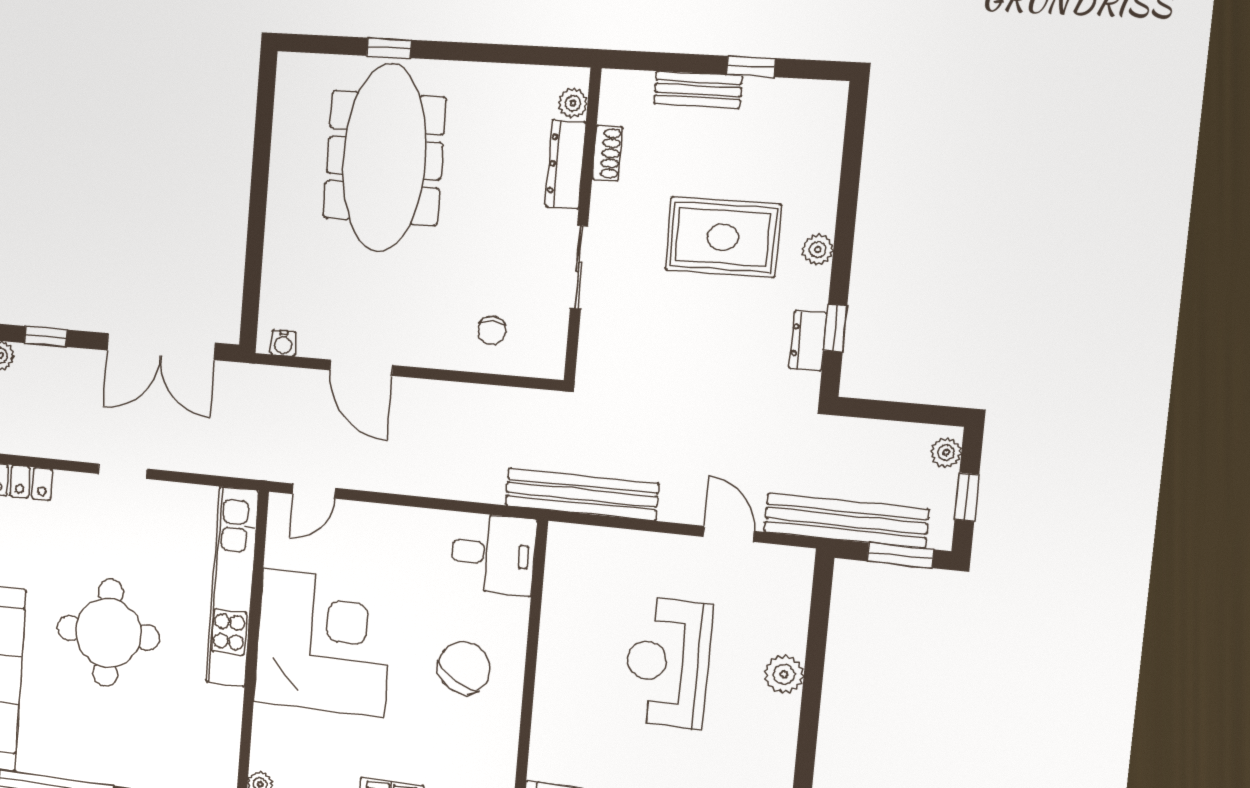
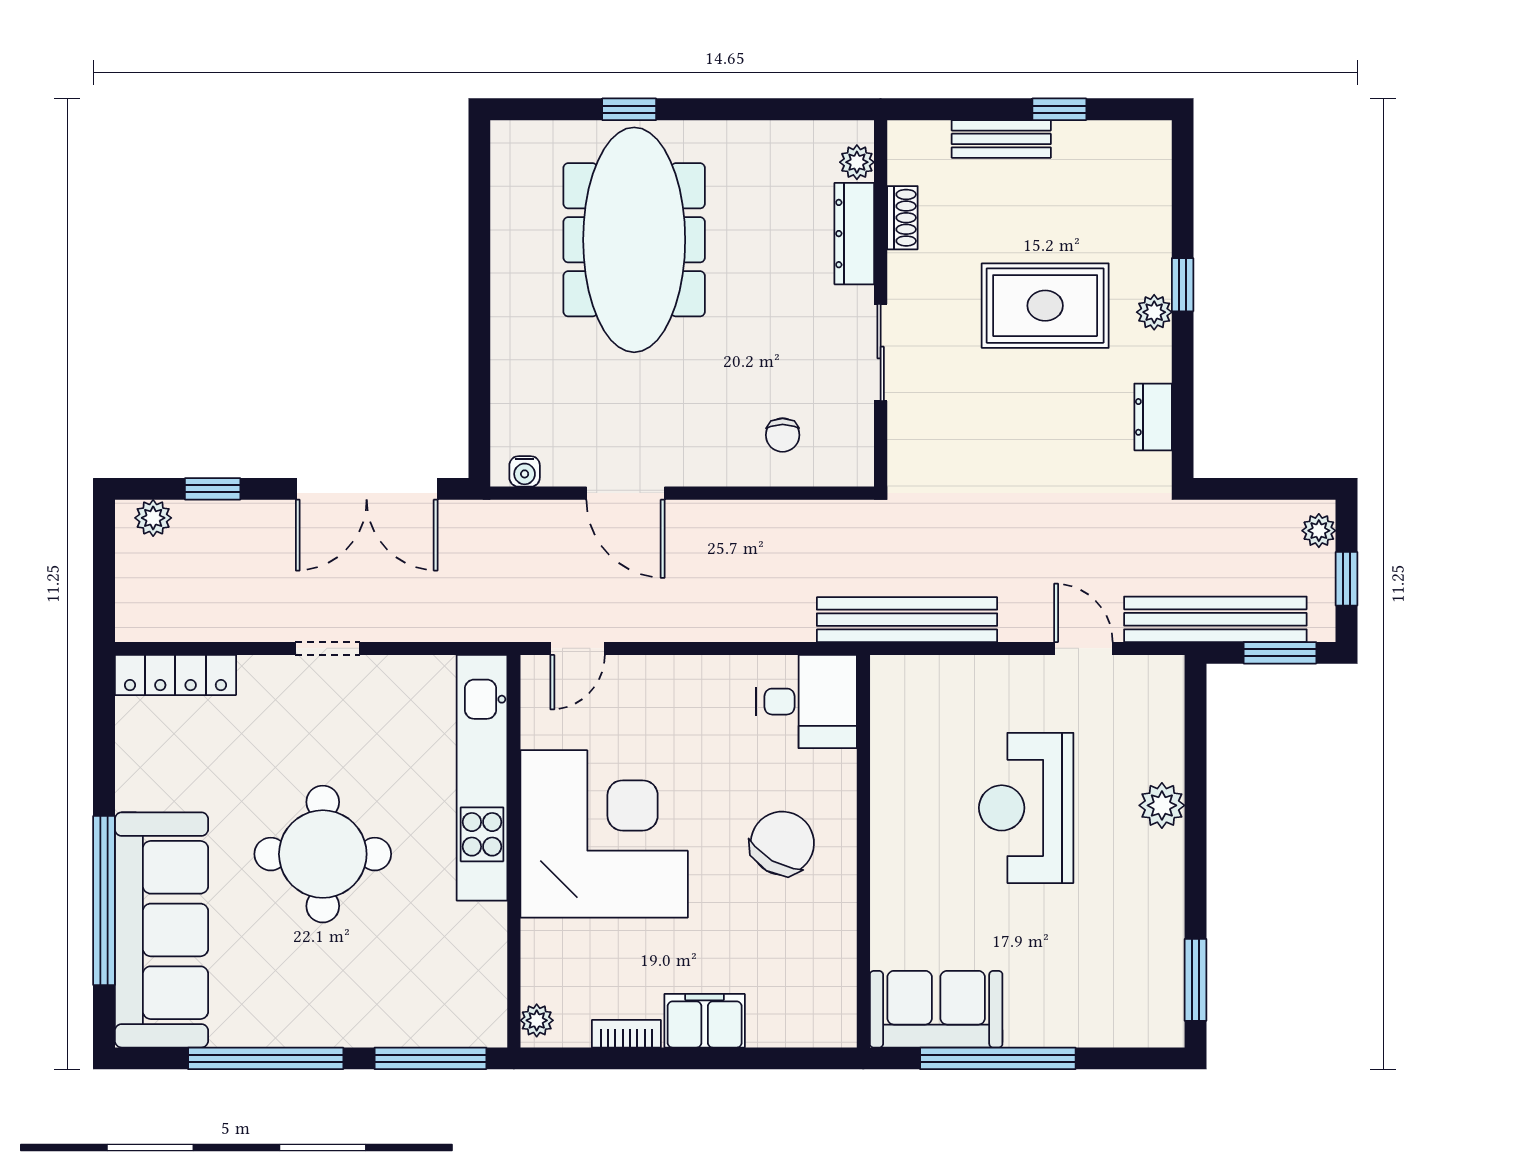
window: (835, 328) -> (1183, 285), moved

